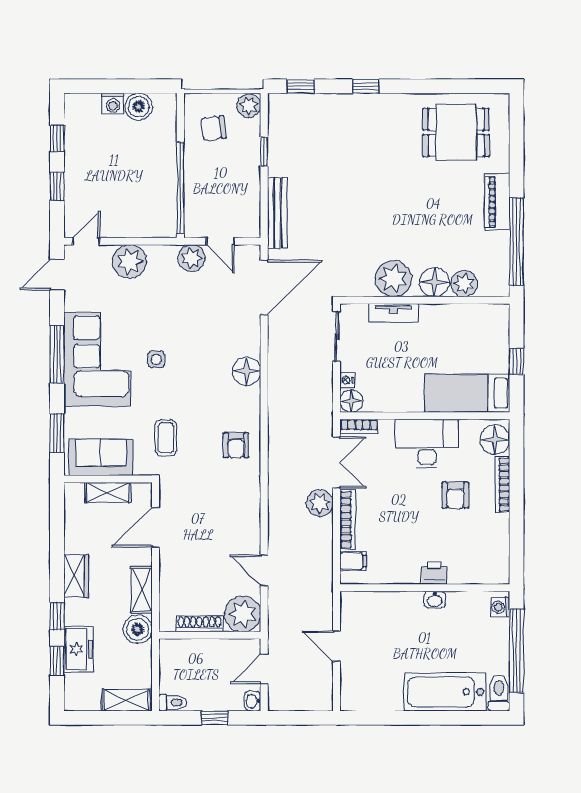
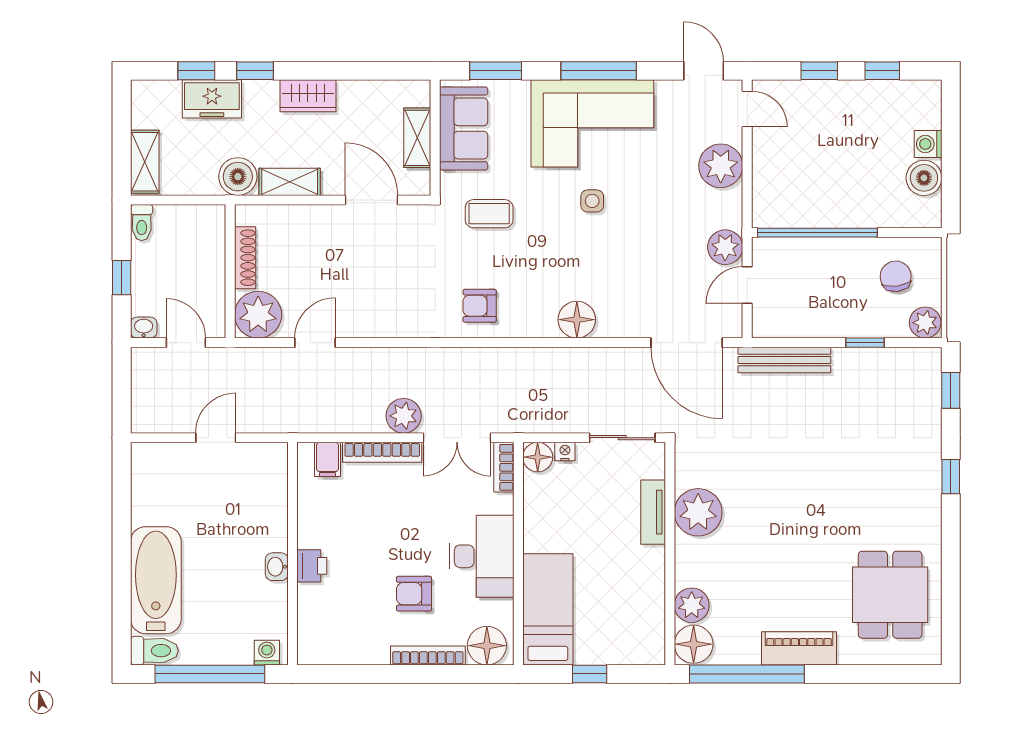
floor lamp: (434, 282) -> (694, 644), moved

